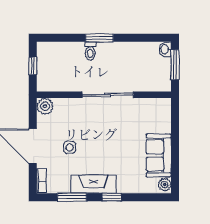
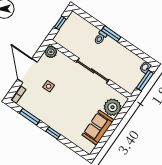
fireplace: (94, 184) -> (48, 118), removed
plant: (165, 185) -> (112, 107), moved, width x1.87, depth x1.87

